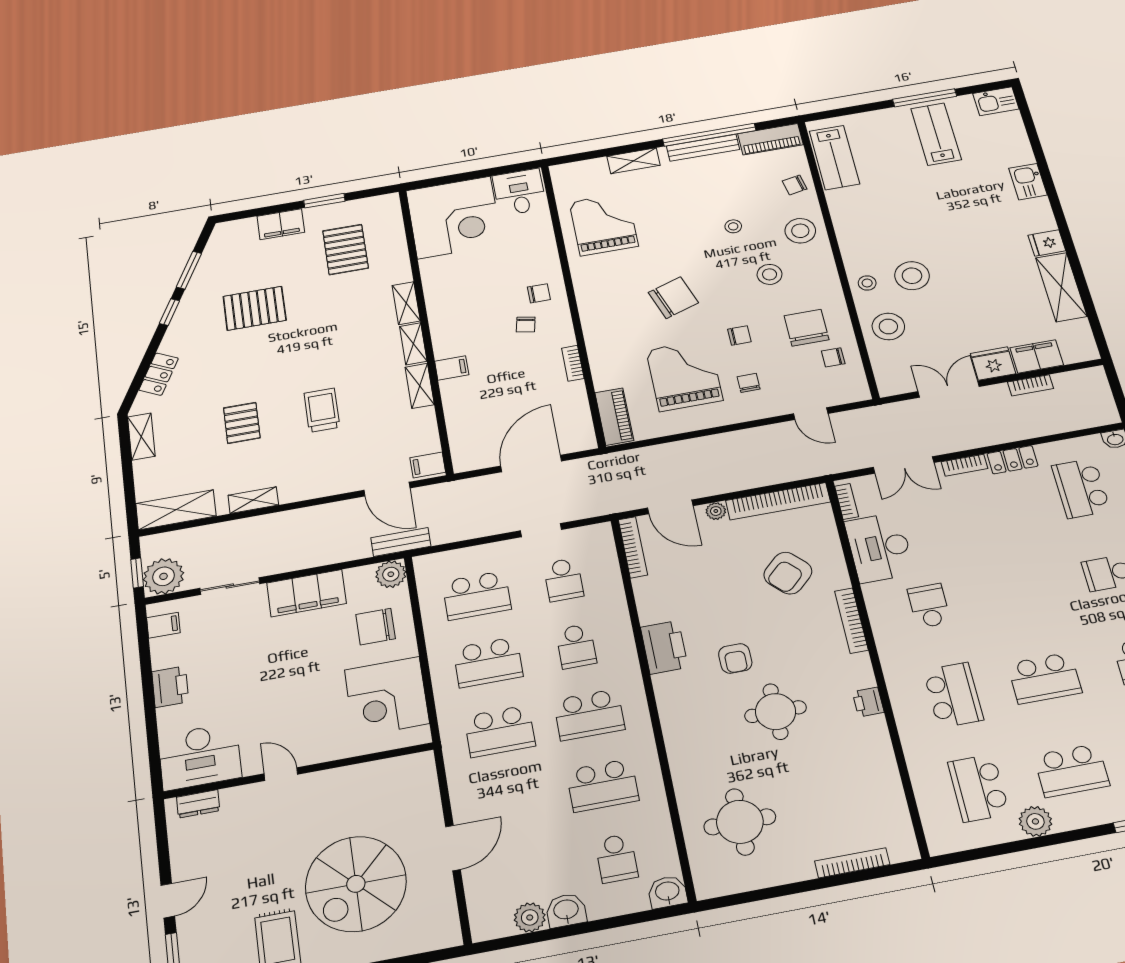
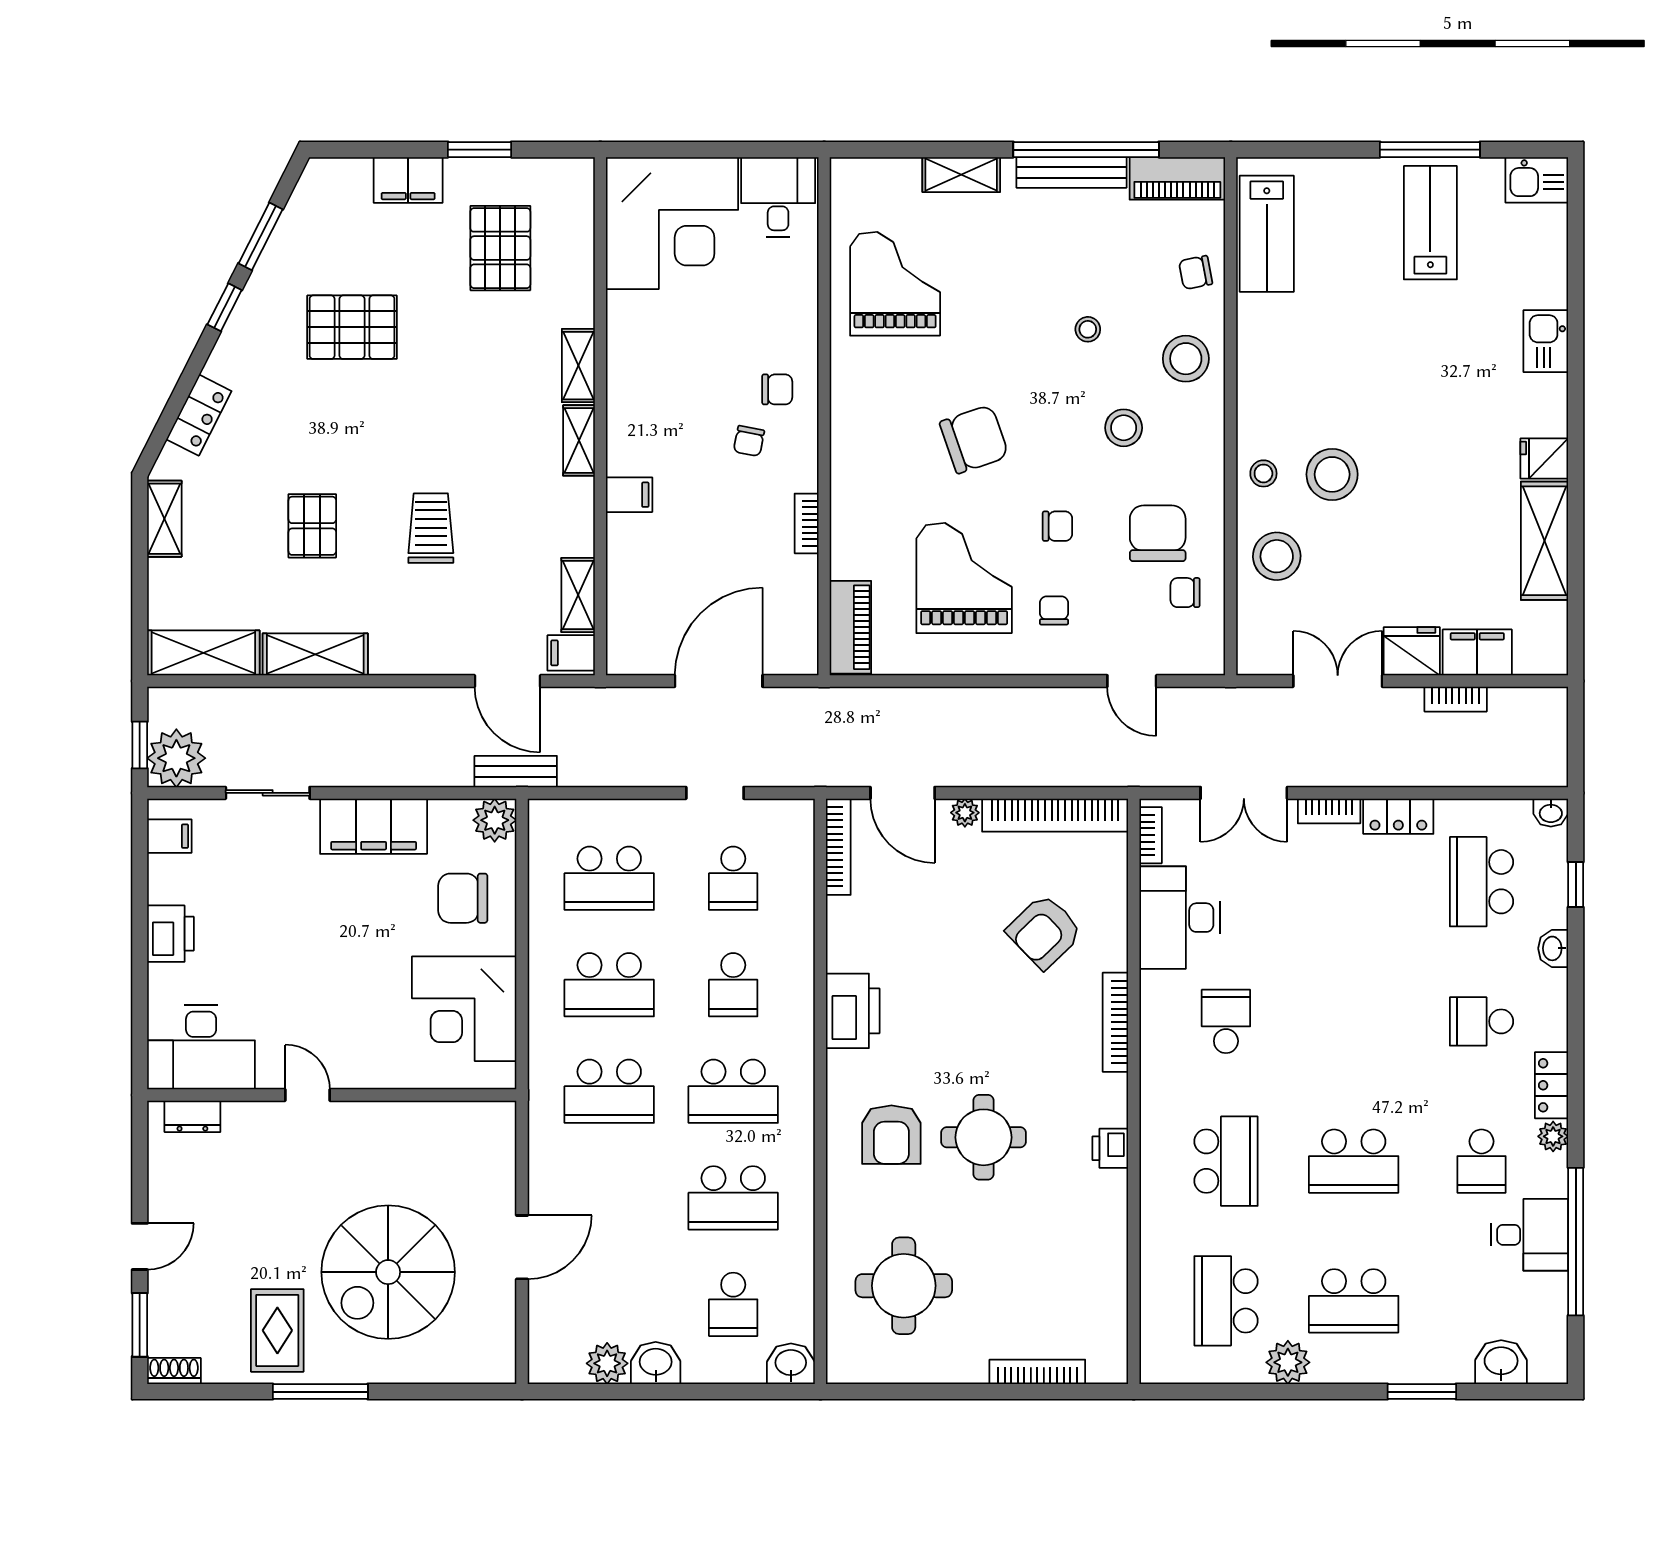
shelving: (420, 386) -> (578, 595), moved
shelving: (253, 500) -> (315, 654), width x1.50, depth x1.33
armchair: (735, 658) -> (891, 1135), moved, width x1.38, depth x1.38

